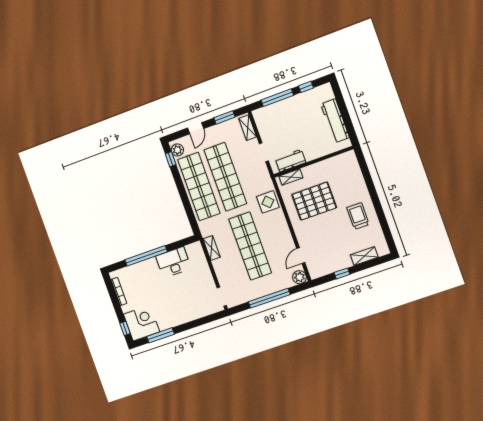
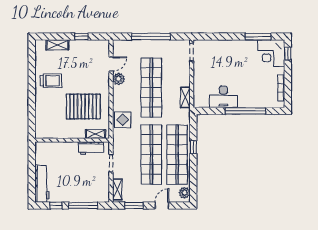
workbench: (335, 121) -> (42, 184), moved
window: (171, 159) -> (193, 147), moved
trolley: (358, 216) -> (51, 81), turned -90
plant: (300, 277) -> (119, 79), moved

